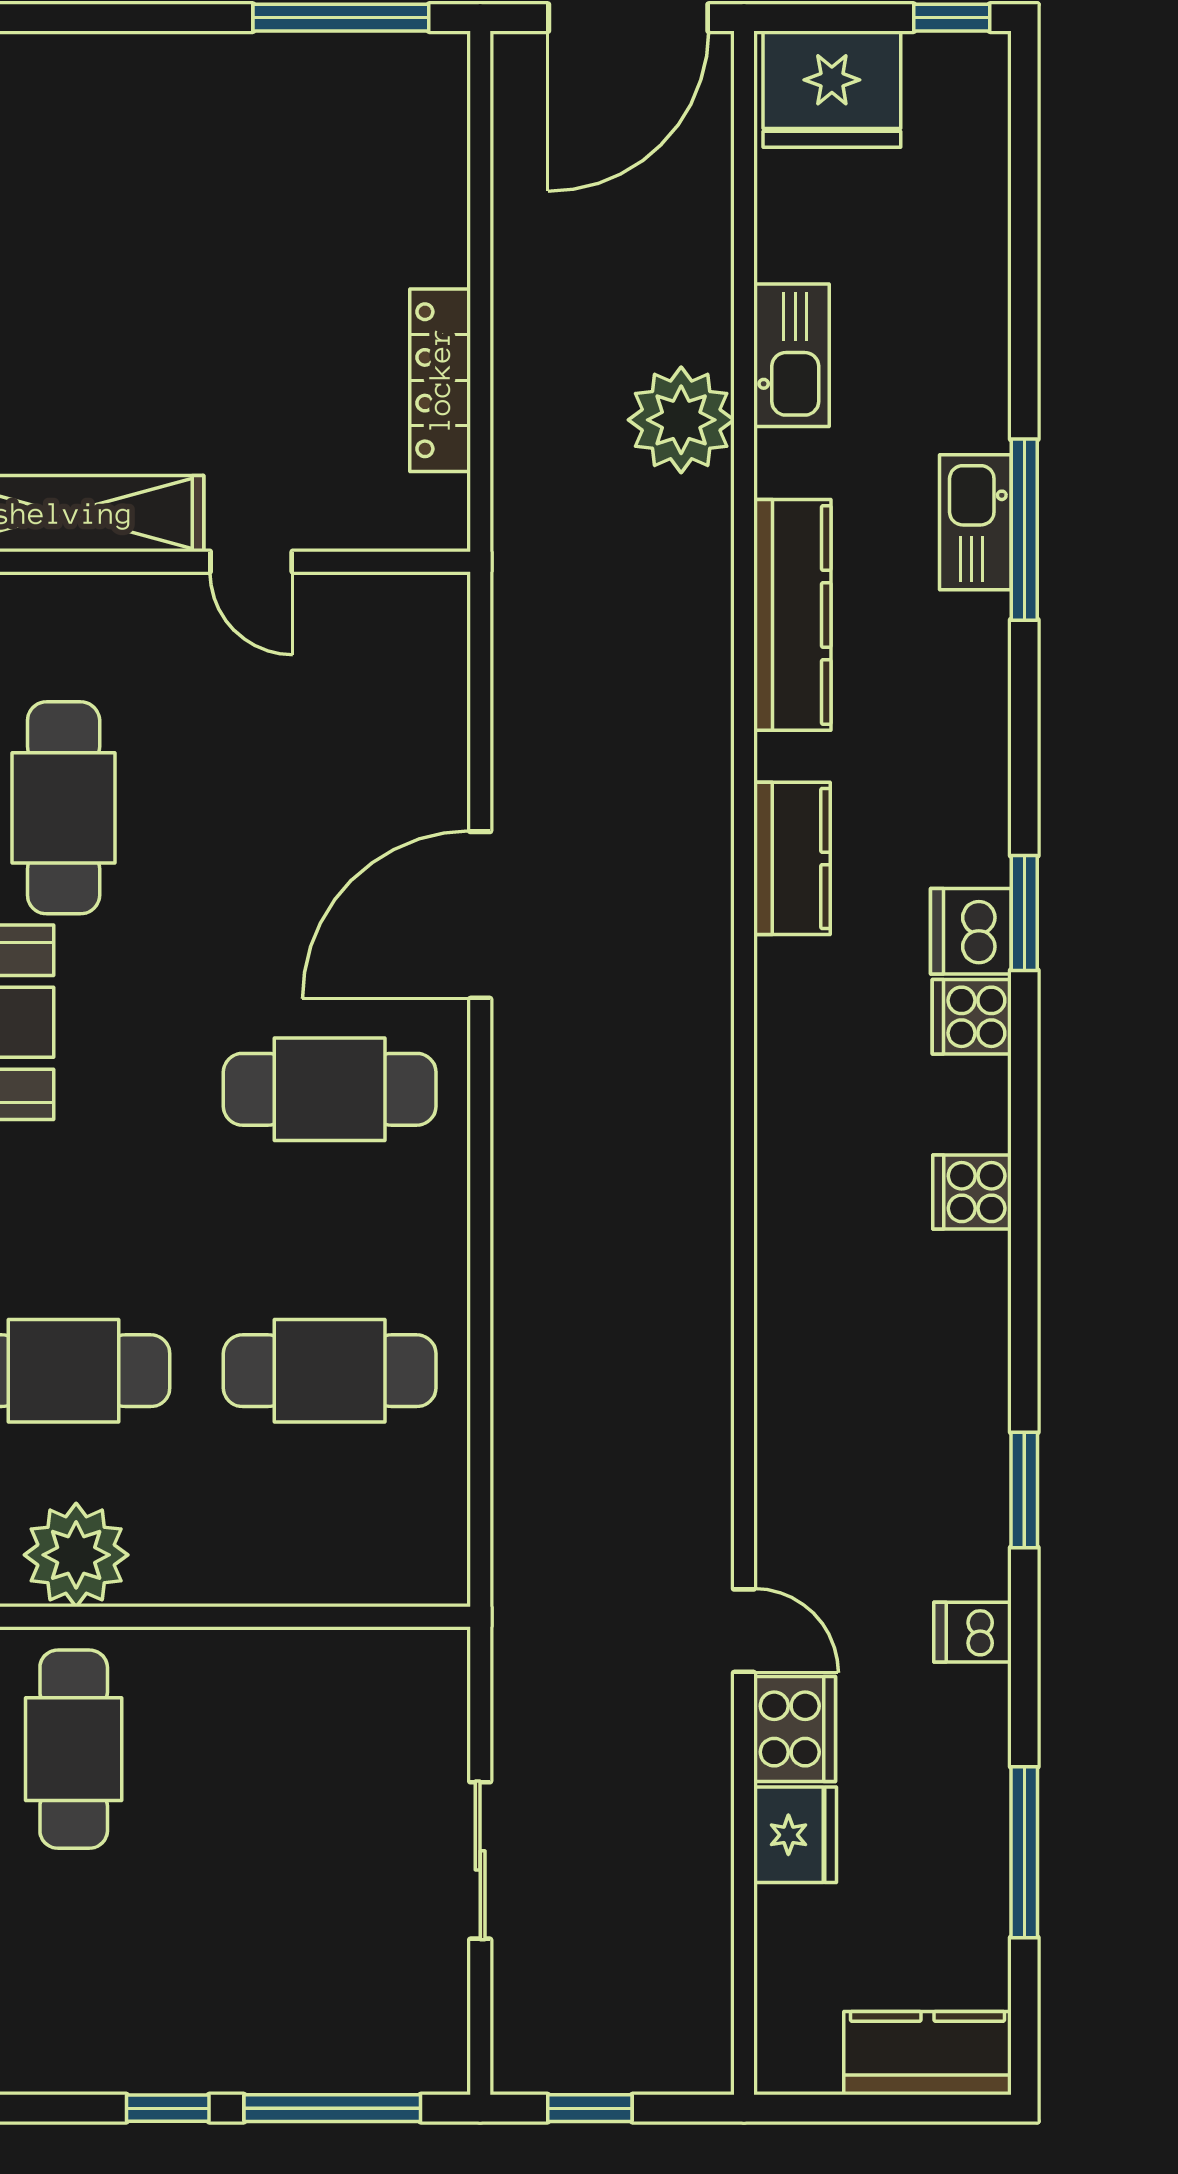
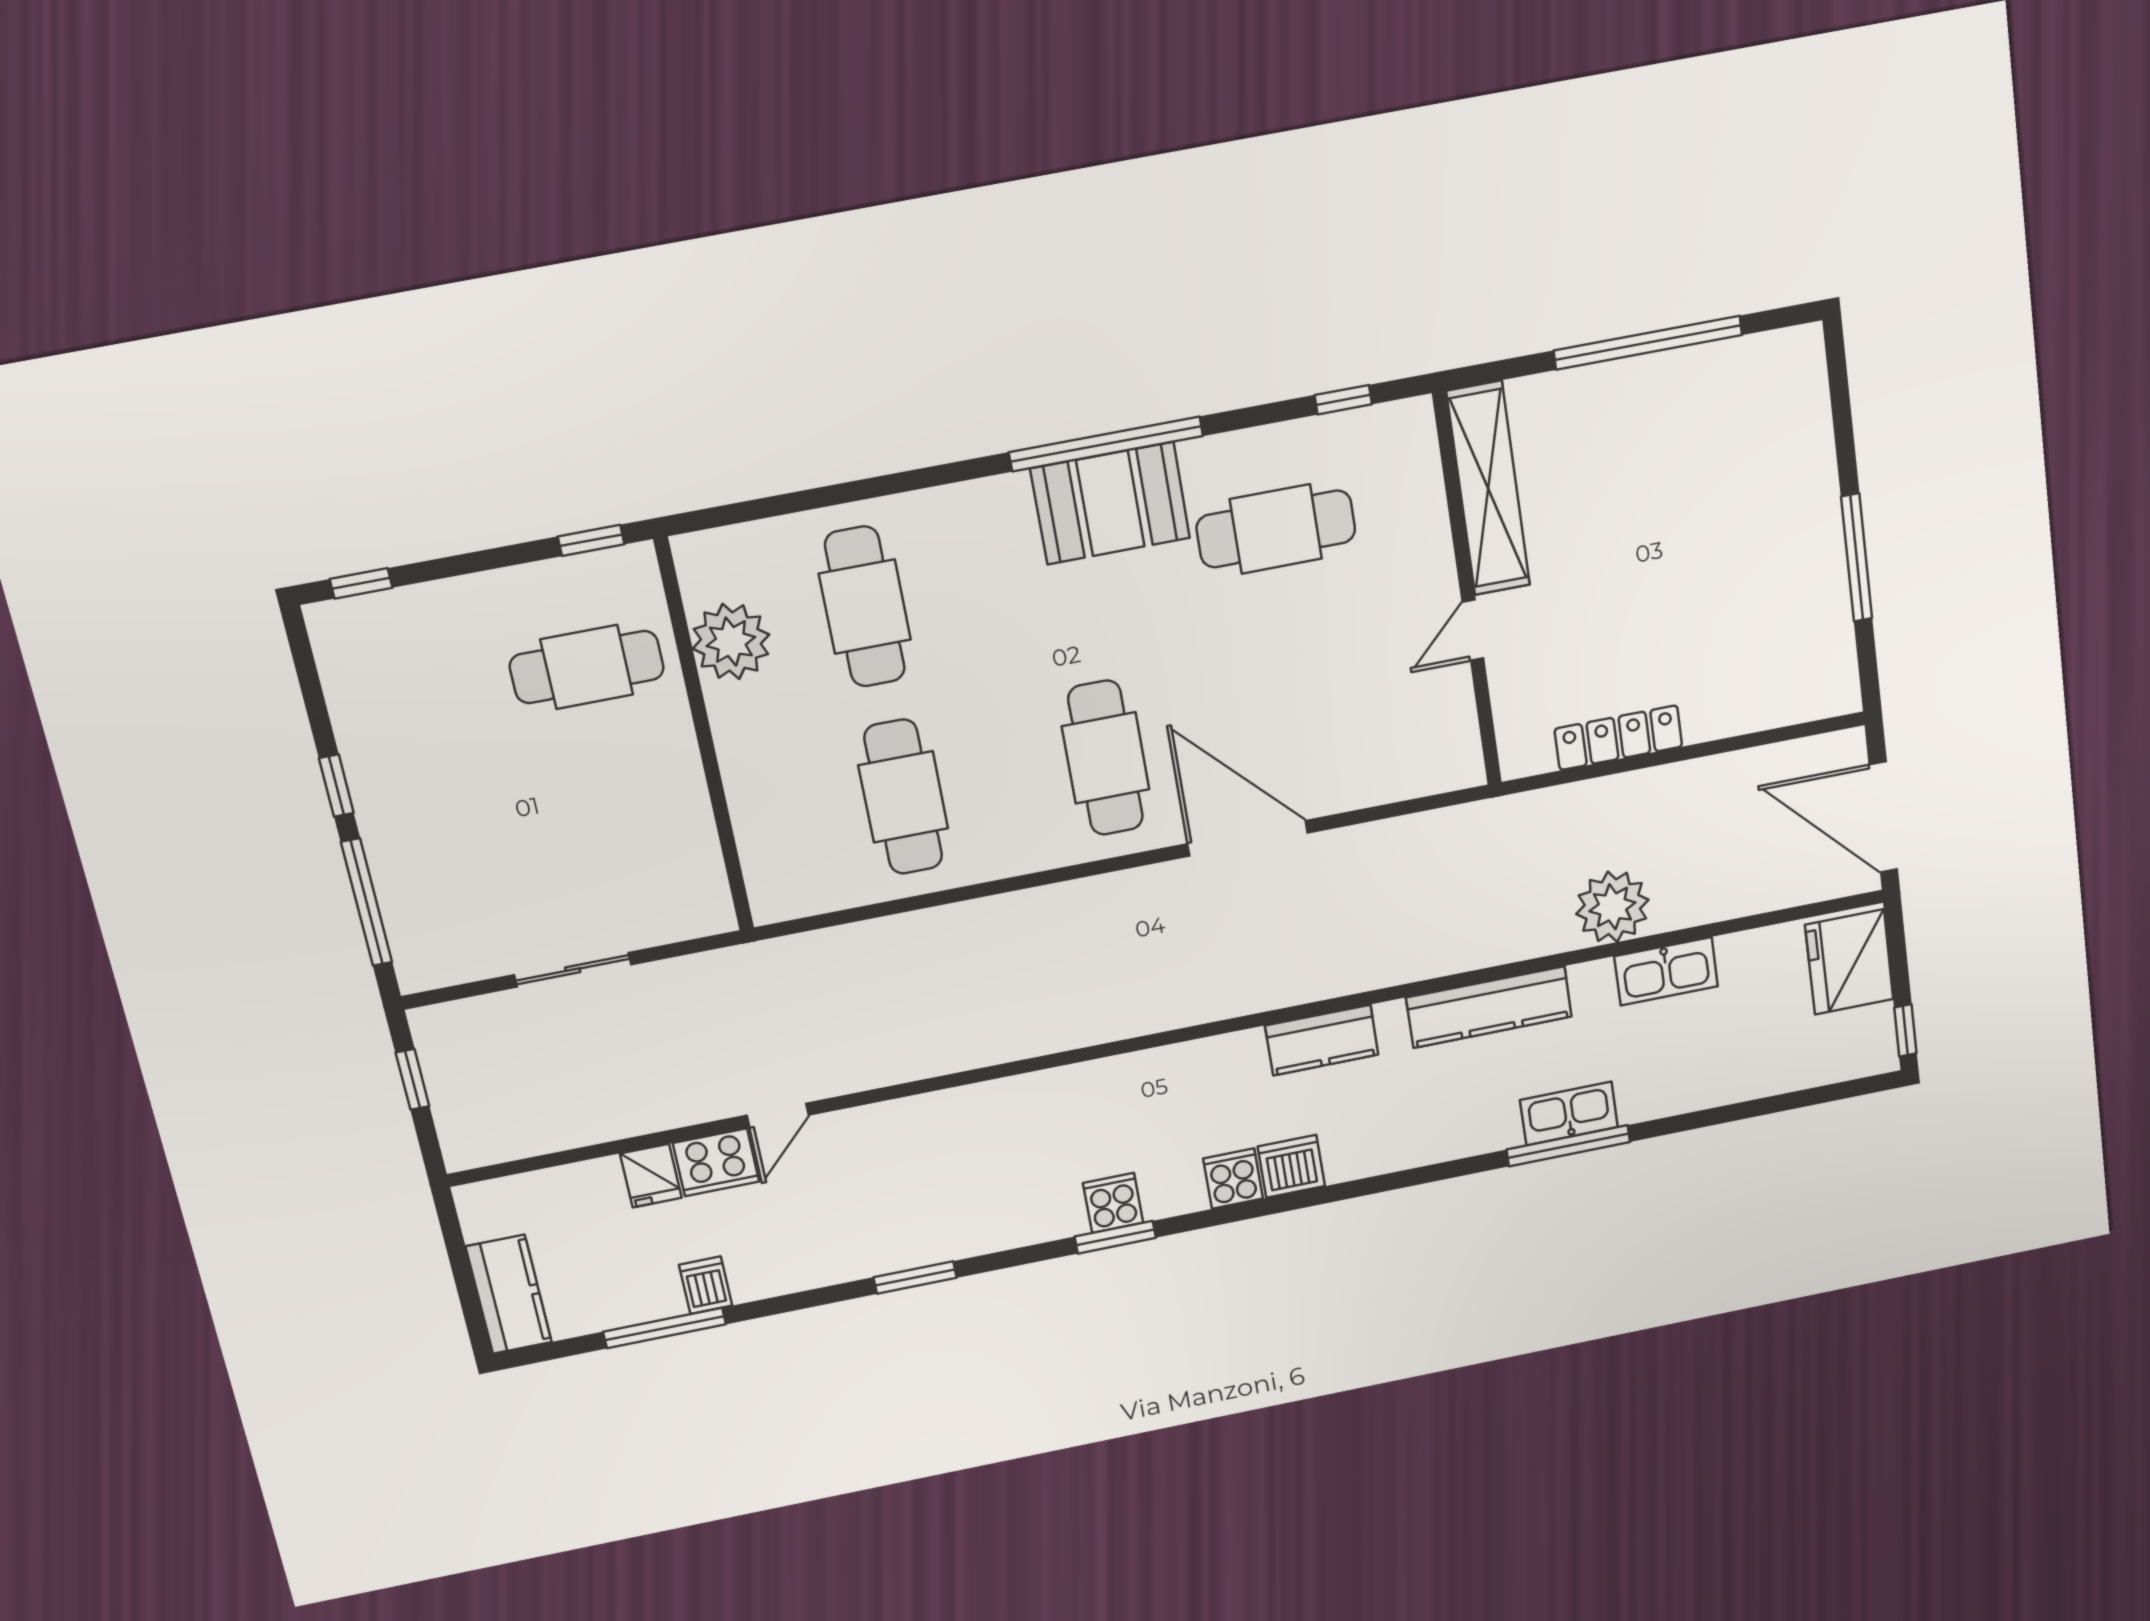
window: (341, 18) -> (1857, 558), moved
window: (1024, 913) -> (1115, 1237), moved
dishwasher: (972, 1632) -> (706, 1285), moved
fridge: (795, 1835) -> (651, 1176), width x0.72

